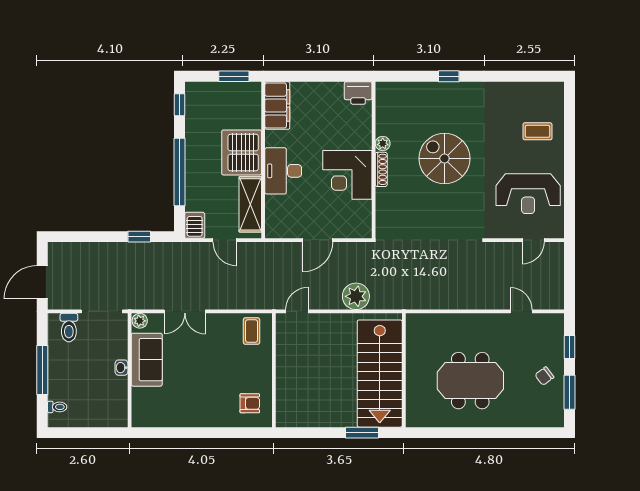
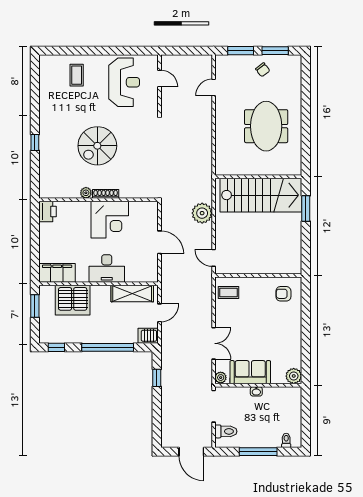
server rack: (242, 152) -> (73, 300), moved
window: (570, 347) -> (241, 51), width x1.50
armchair: (250, 403) -> (283, 294), turned -90
plant: (142, 417) -> (294, 376), added

